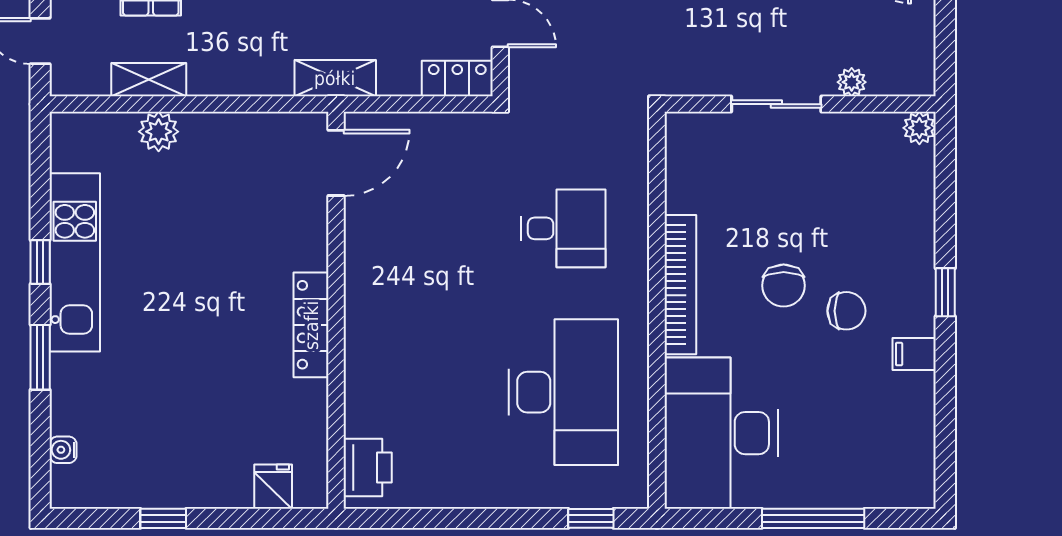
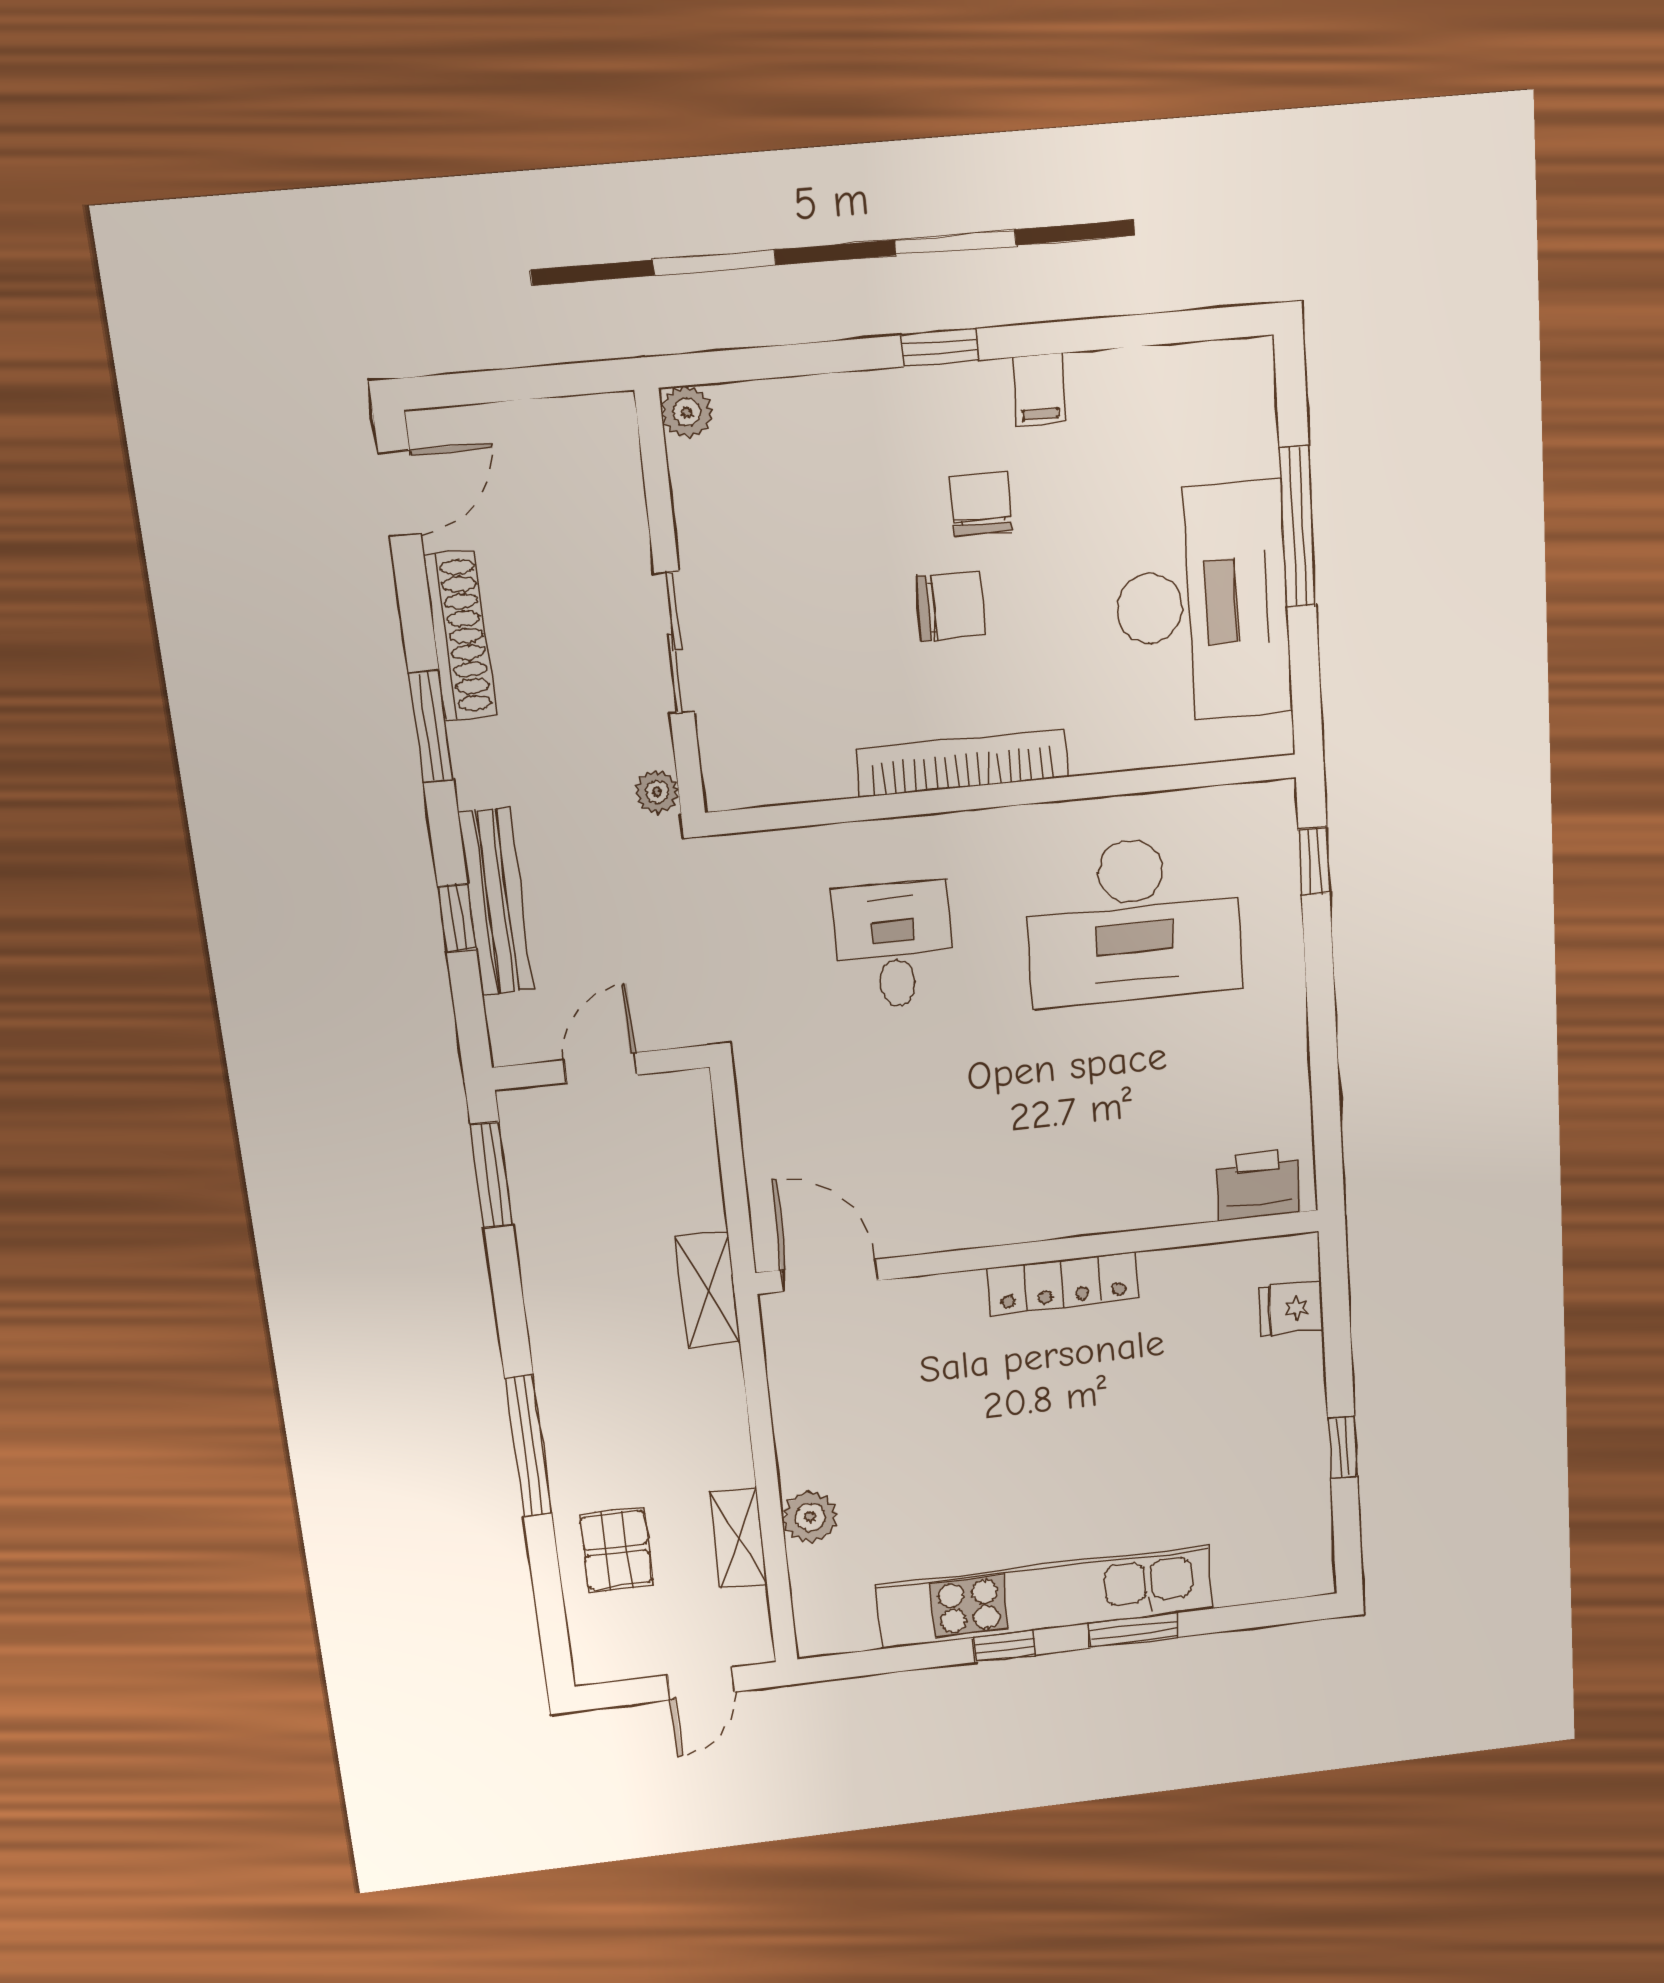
locker: (457, 79) -> (689, 1120), removed
plant: (852, 82) -> (657, 792), moved
kitchen unit: (75, 262) -> (1046, 1597), width x1.36
desk: (563, 392) -> (1133, 920), turned 180
desk: (721, 433) -> (1203, 603), moved, turned -90
water cooler: (63, 450) -> (1257, 1586), removed

